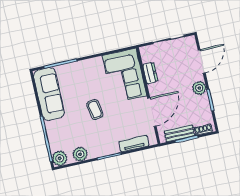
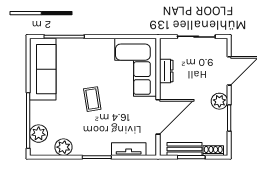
plant: (60, 158) -> (39, 134), moved

